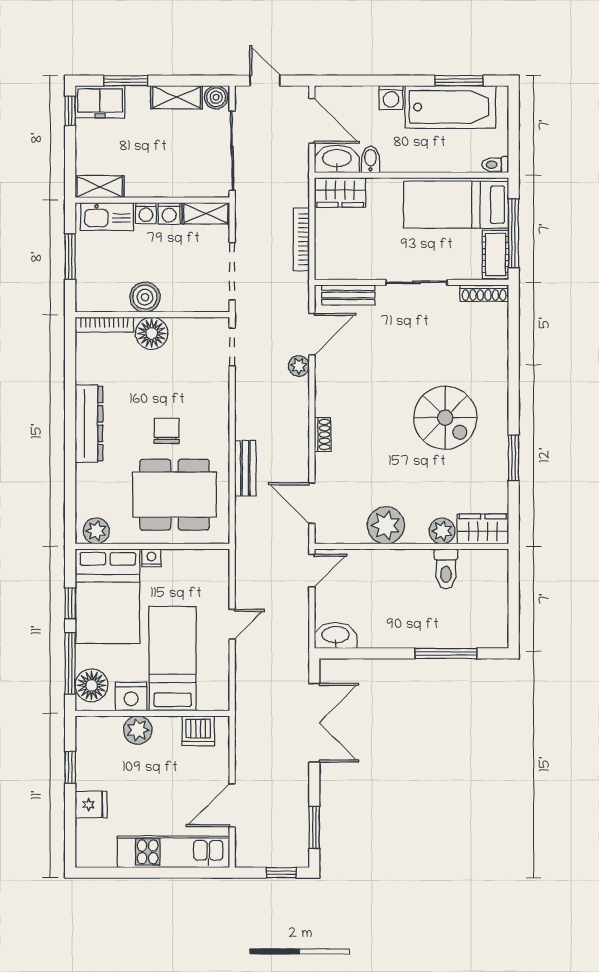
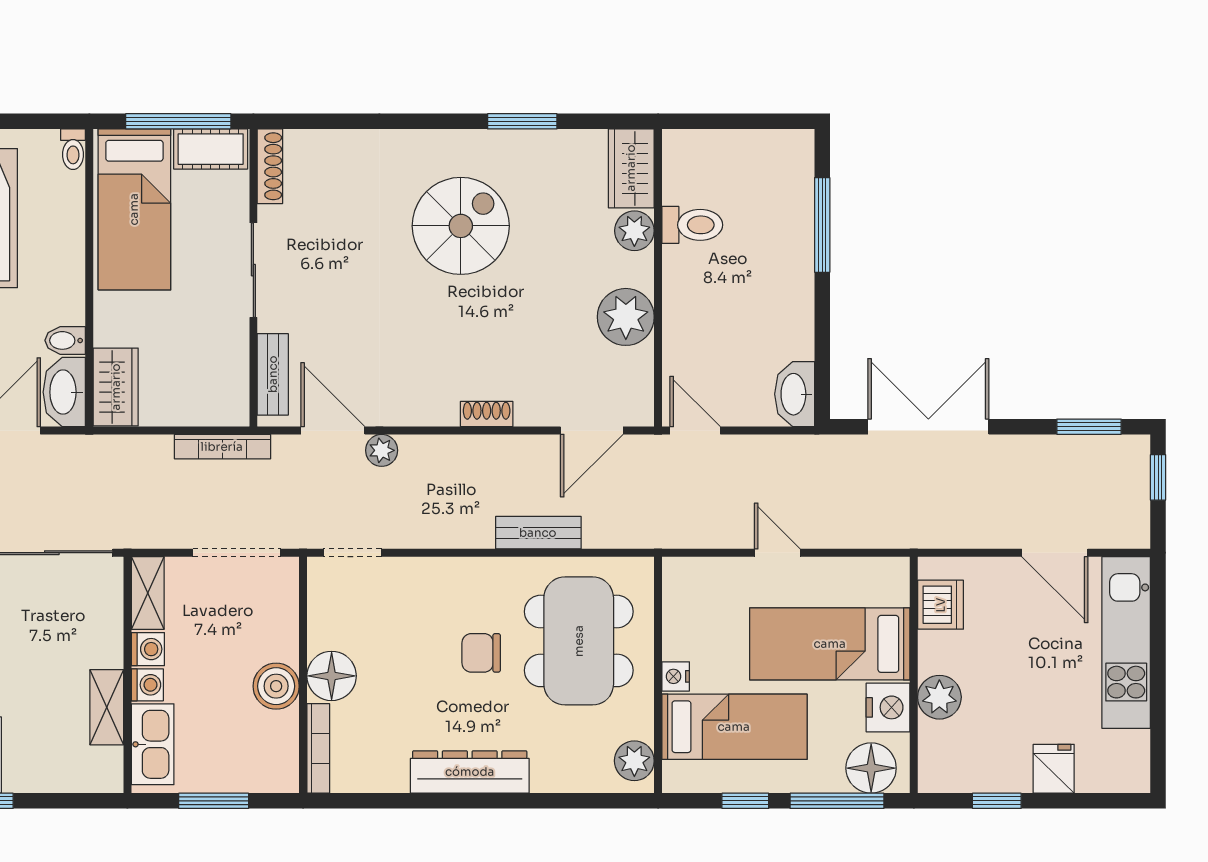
shelving: (100, 187) -> (107, 707), moved
bookcase: (301, 239) -> (222, 447), moved
bed: (108, 596) -> (734, 727), width x0.67

